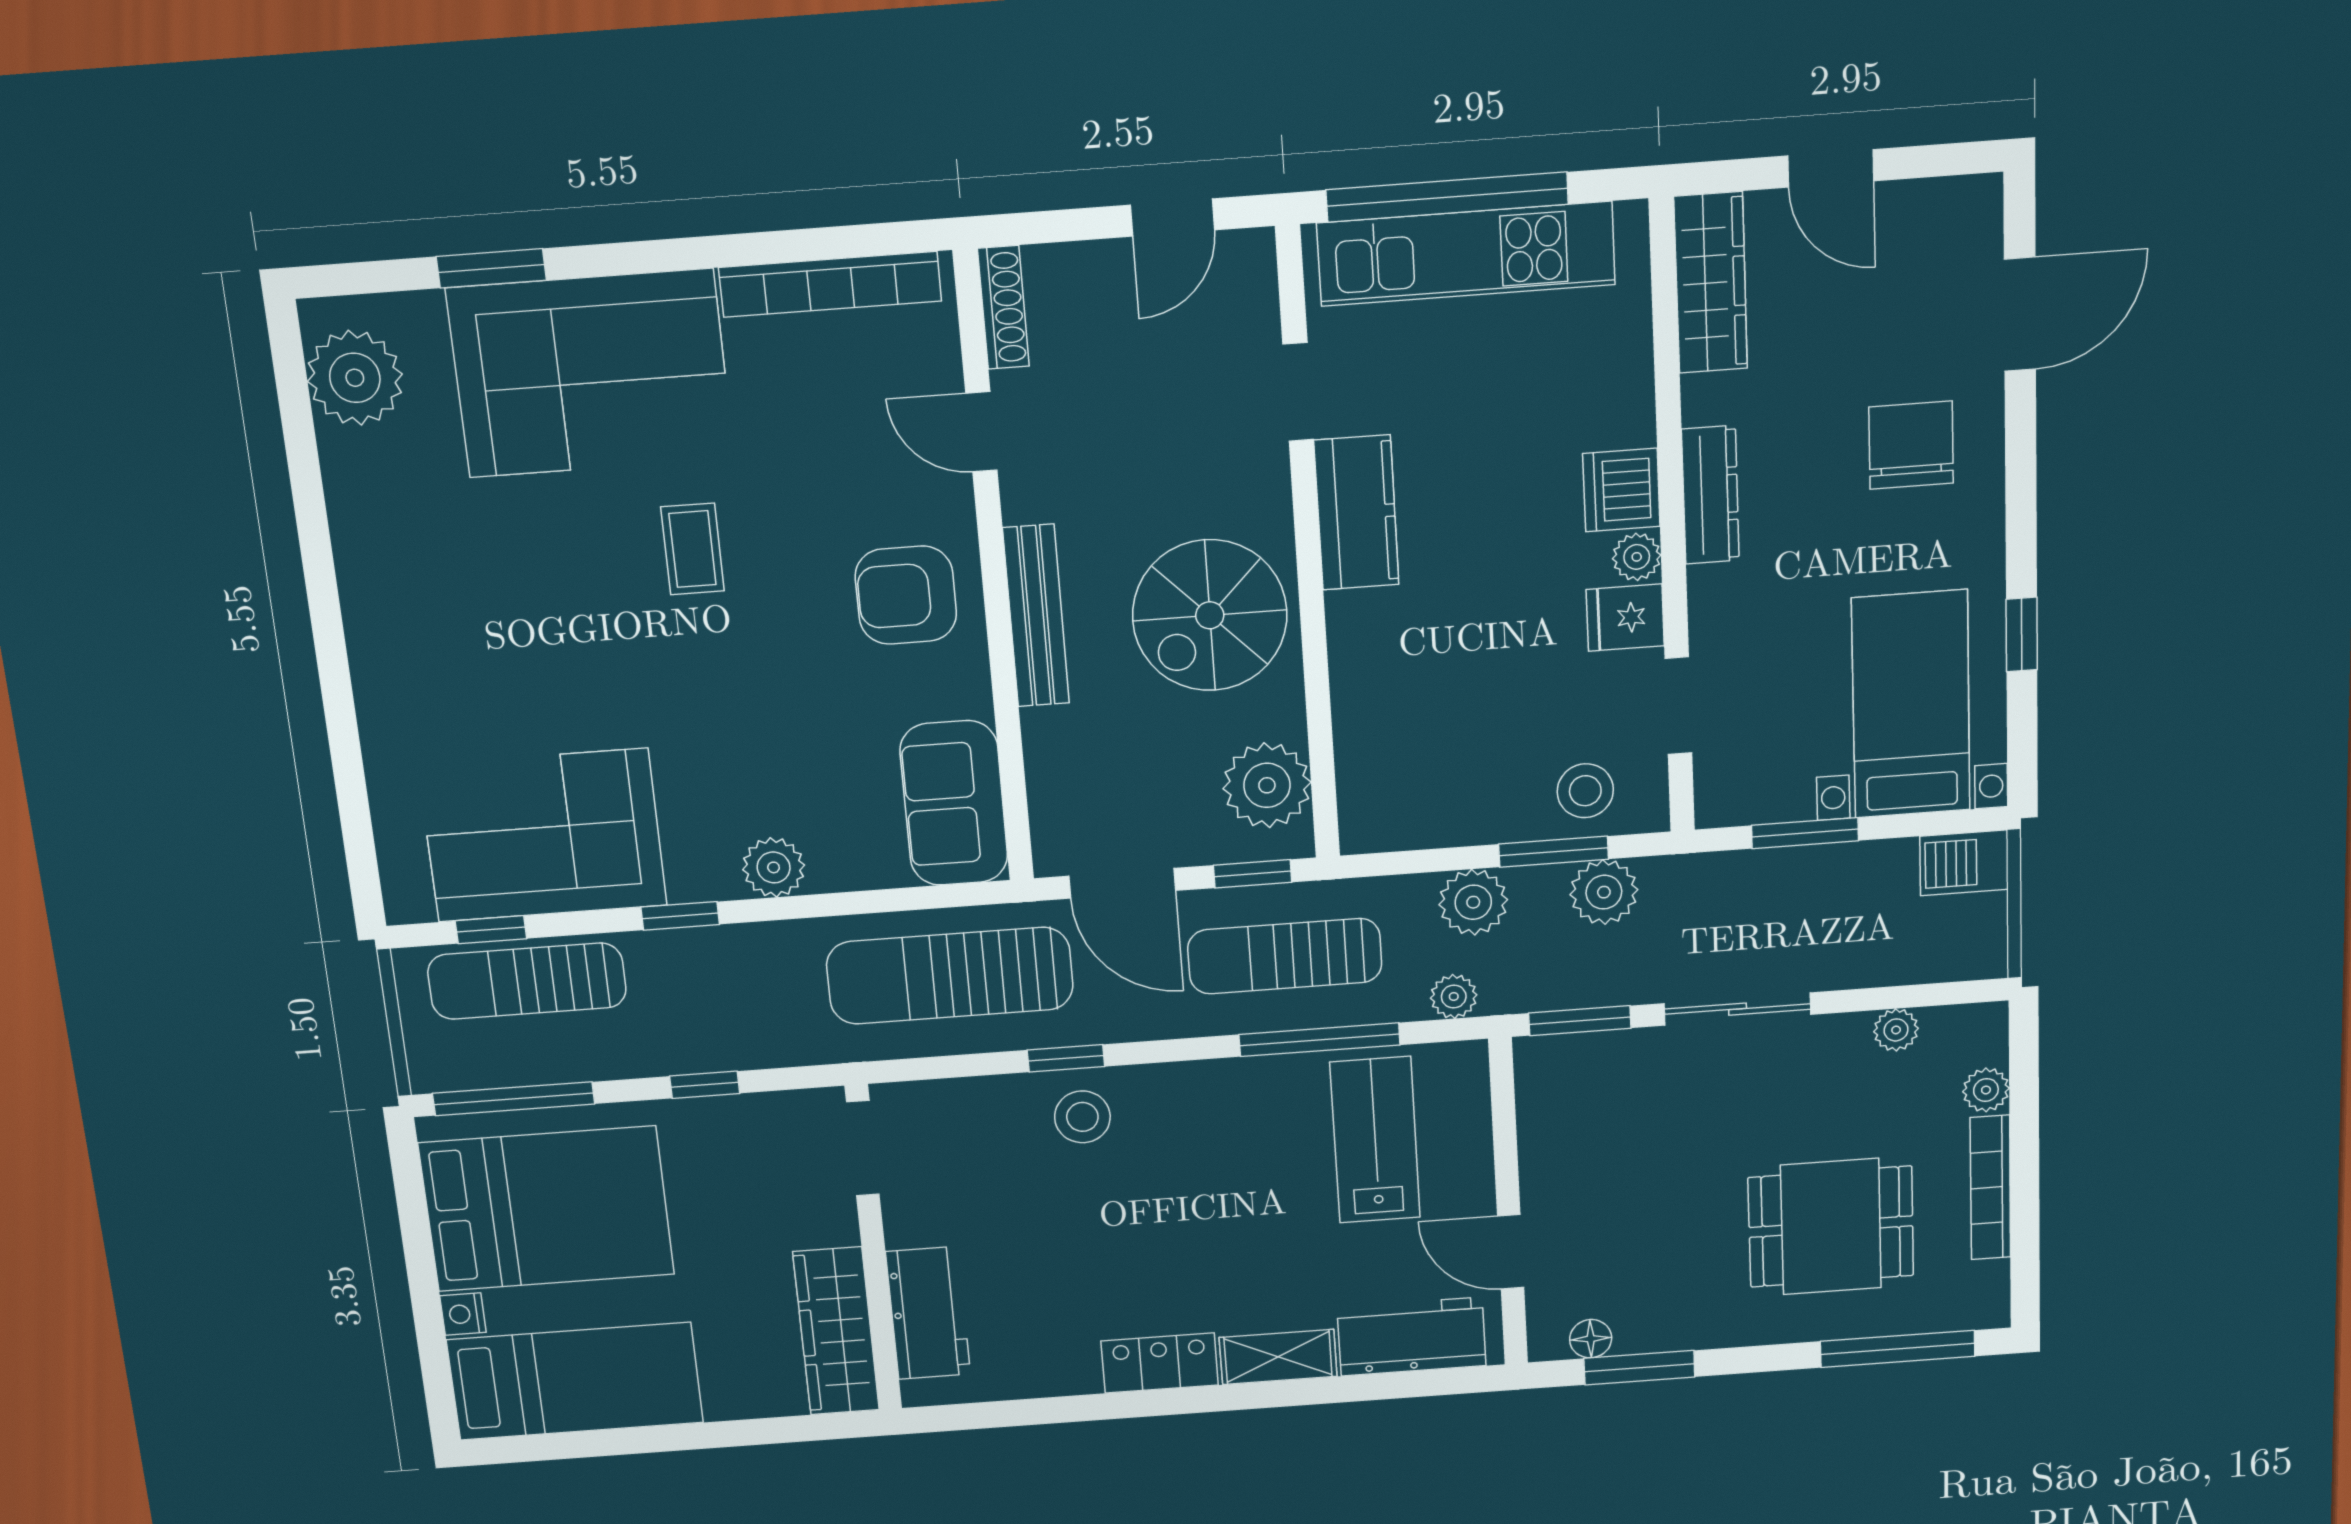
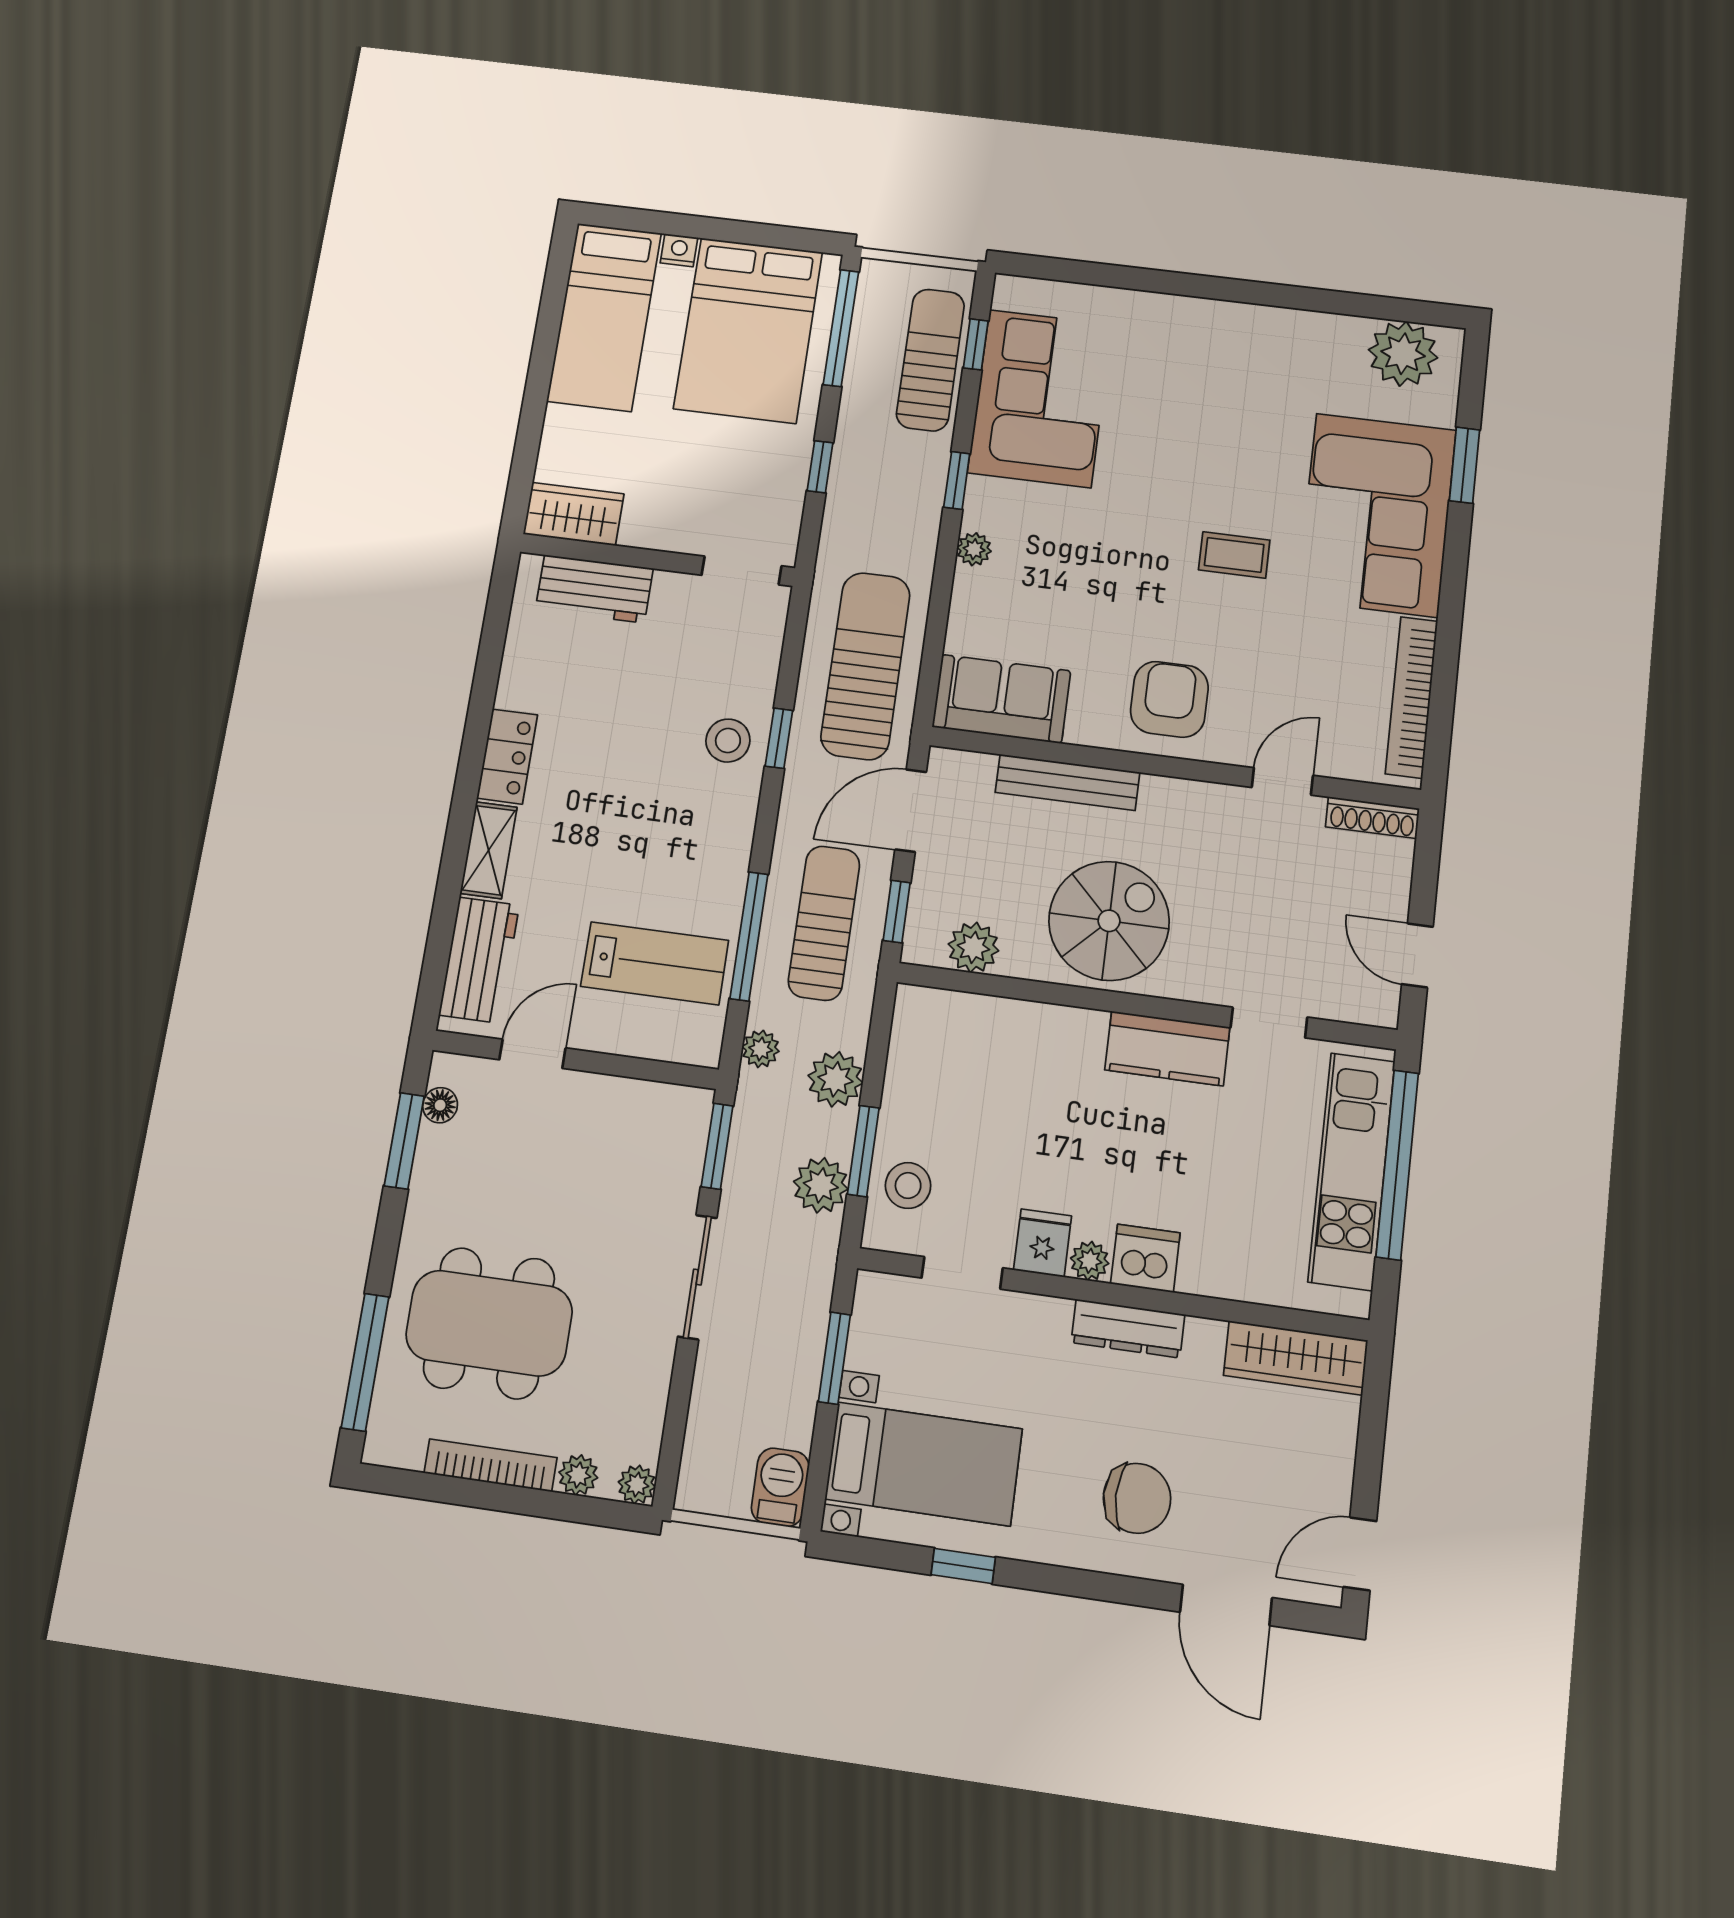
door: (1831, 168) -> (1360, 1554), moved
spiral stairs: (1210, 615) -> (1109, 921), turned 90
bench: (1036, 616) -> (1067, 782), moved
plant: (1267, 785) -> (973, 947), width x0.73, depth x0.73
plant: (774, 867) -> (974, 549), width x0.73, depth x0.73
plant: (1896, 1030) -> (637, 1485), moved
dining table: (1831, 1227) -> (489, 1323), width x1.38
wardrobe: (836, 1331) -> (574, 514), width x0.67

